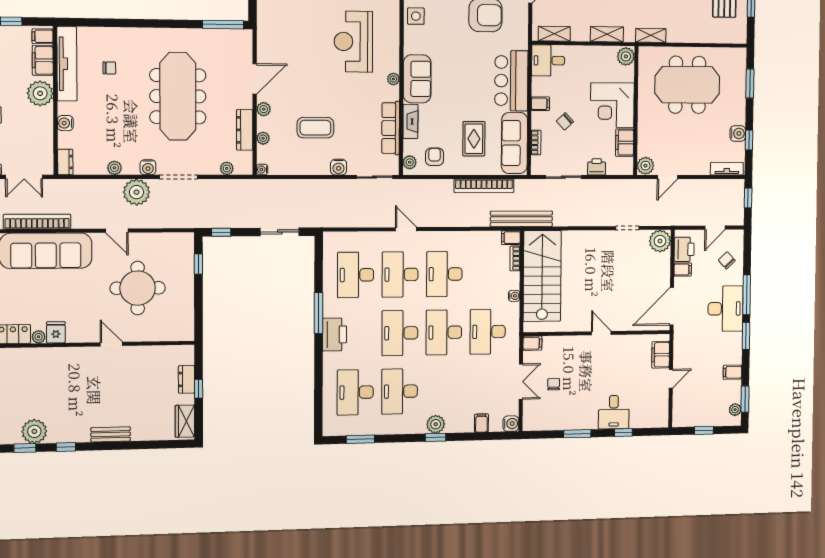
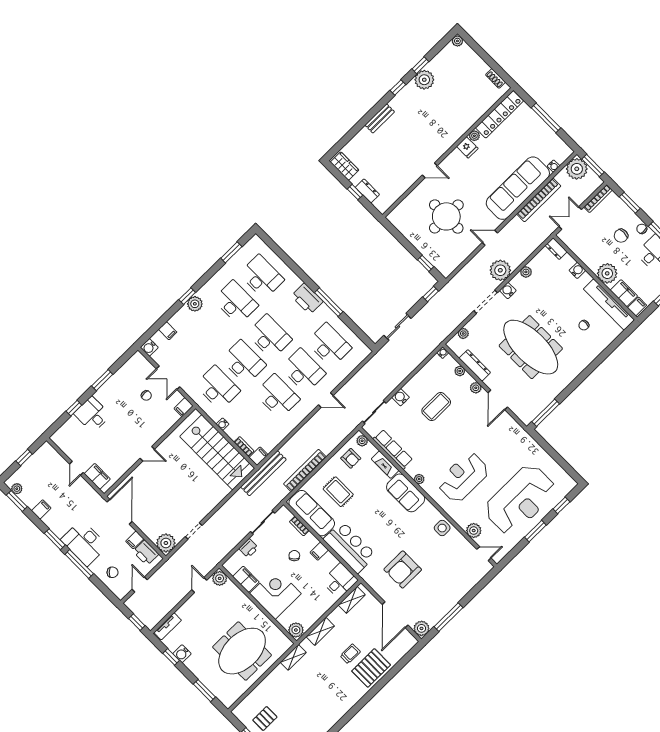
reception desk: (353, 42) -> (463, 477), turned -90

